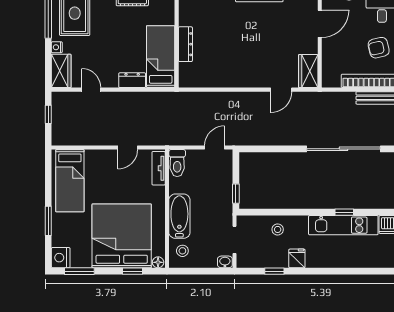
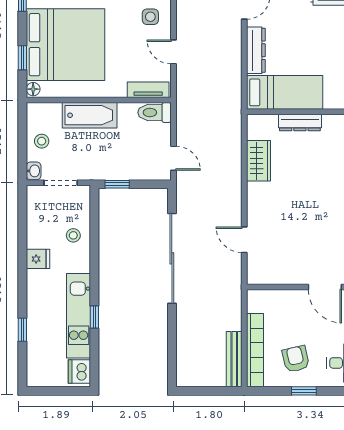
wardrobe: (308, 71) -> (259, 161), moved, turned 90
dresser: (132, 80) -> (256, 50), width x1.44
sliding door: (344, 149) -> (172, 258), moved
side table: (99, 166) -> (150, 17), added
stool: (182, 251) -> (42, 141), moved
window: (274, 271) -> (22, 330), moved

